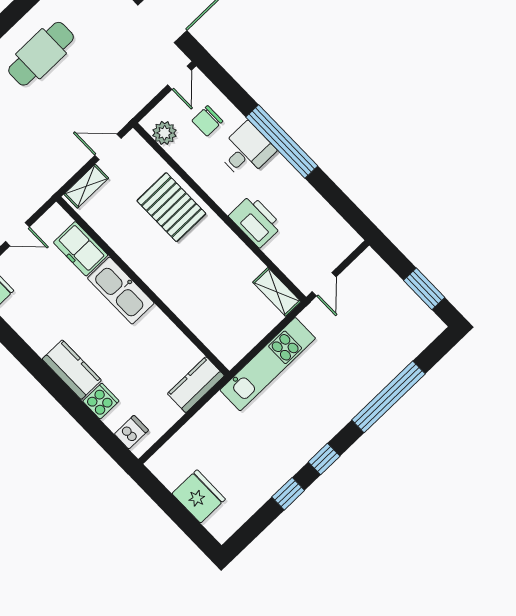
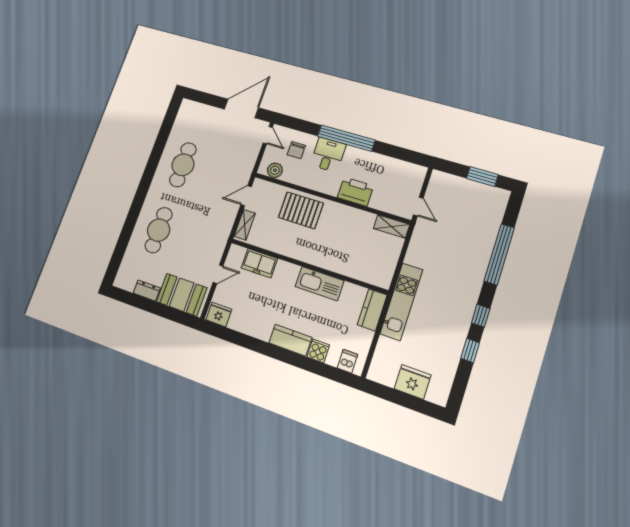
kitchen sink: (121, 291) -> (319, 284), moved
kitchen unit: (268, 364) -> (401, 302), moved

